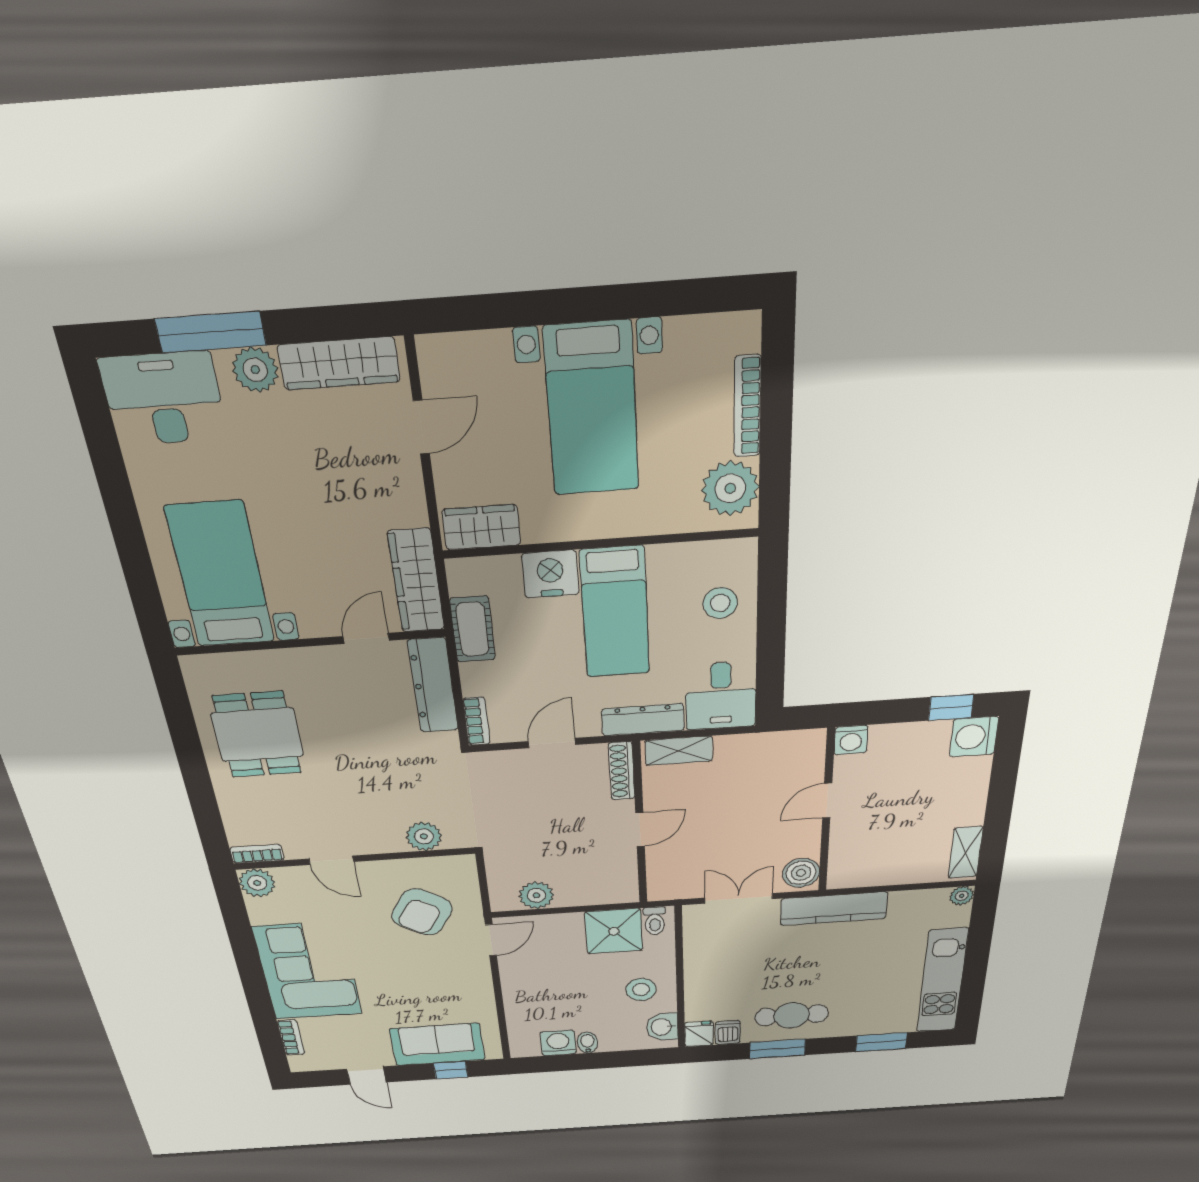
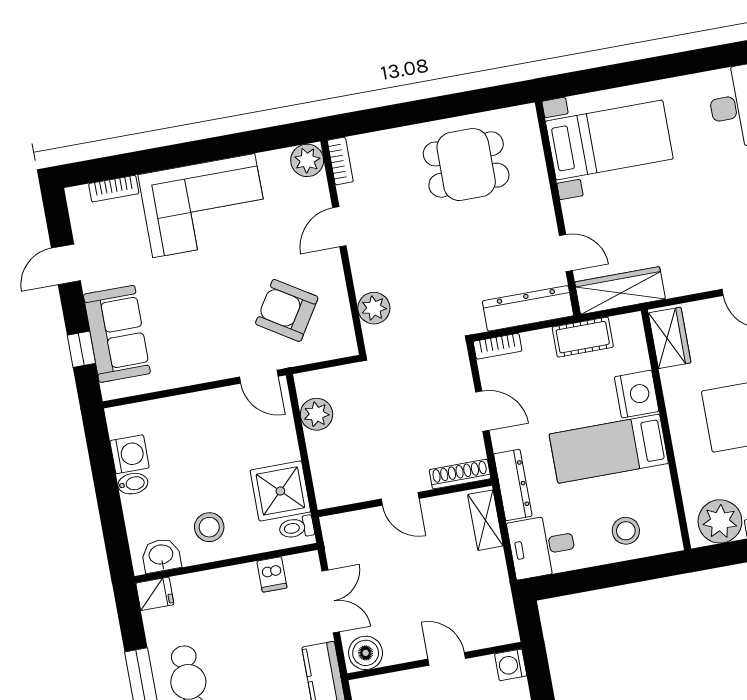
dishwasher: (728, 1033) -> (272, 574), moved, turned 90

